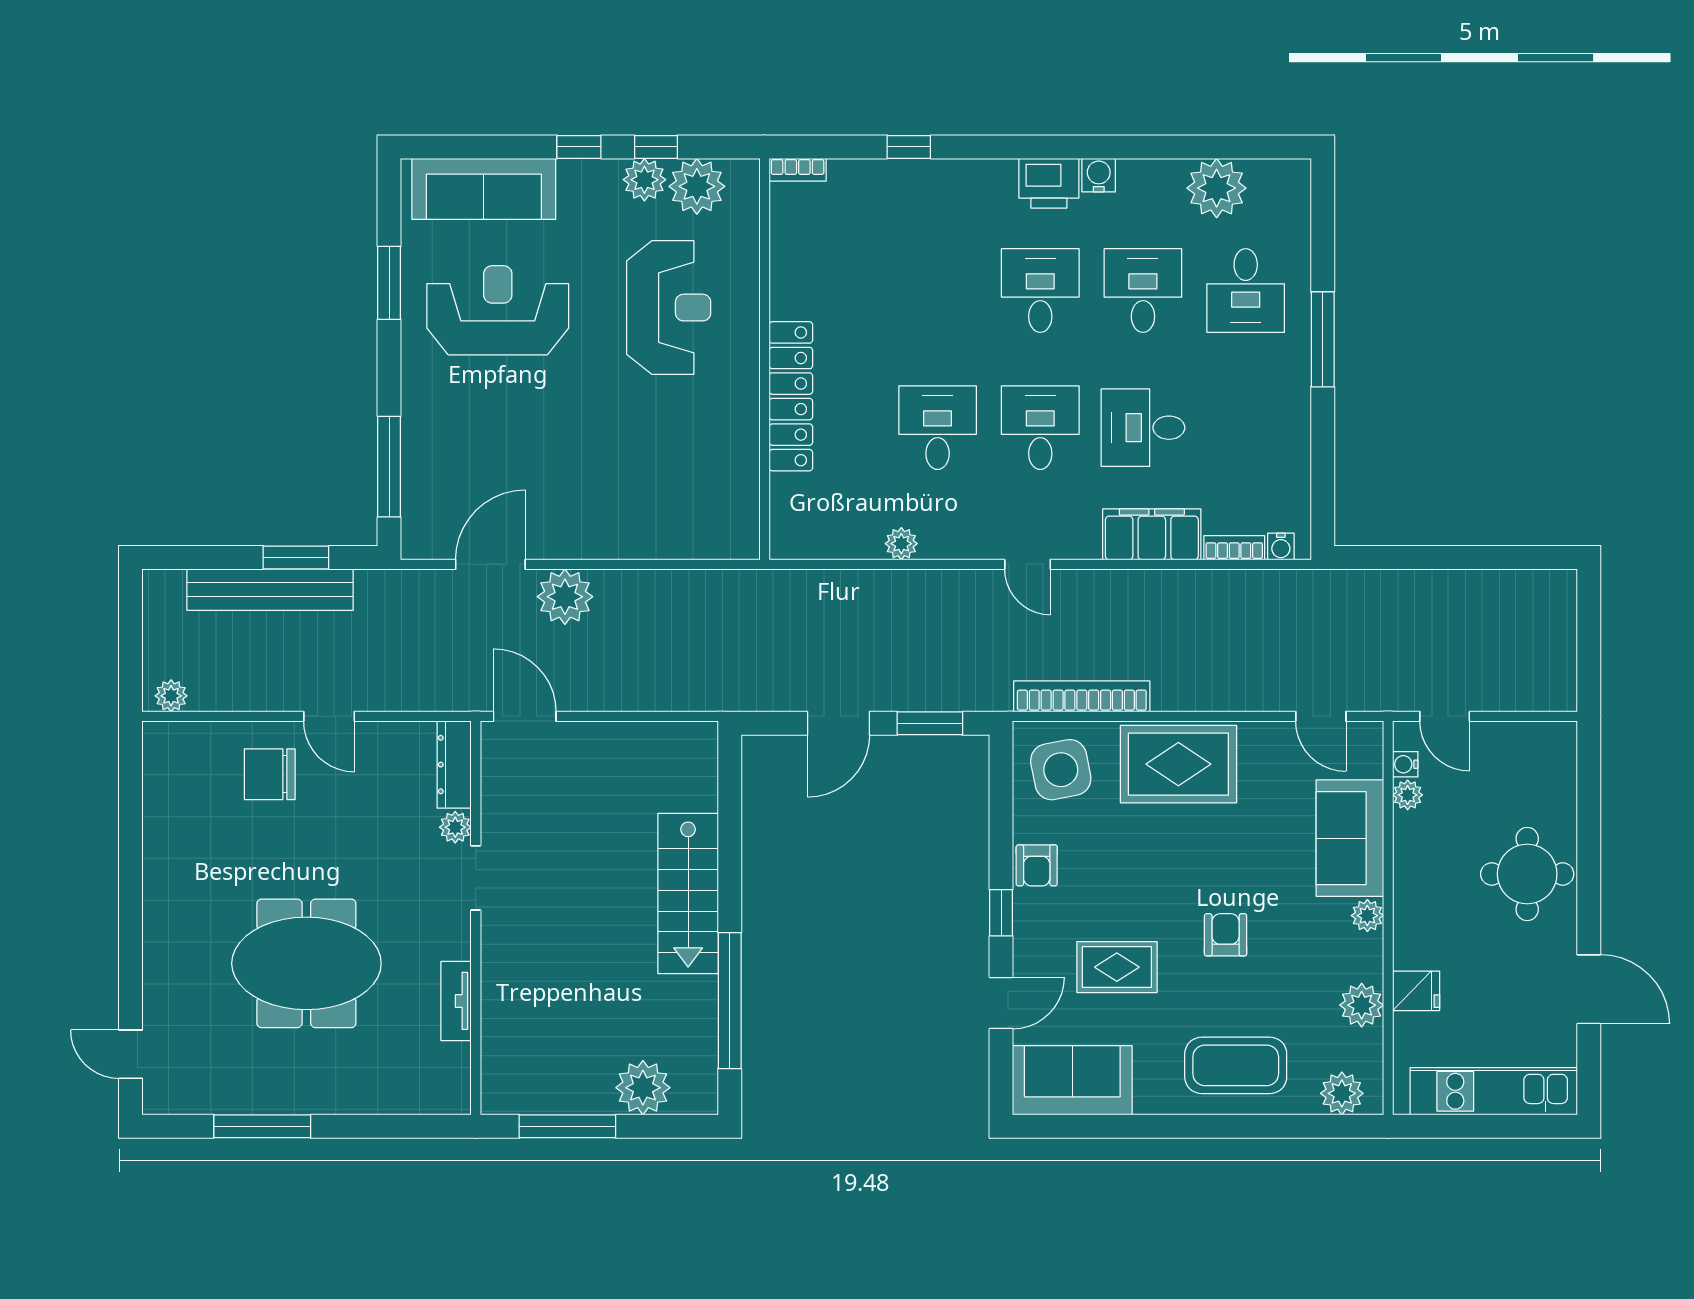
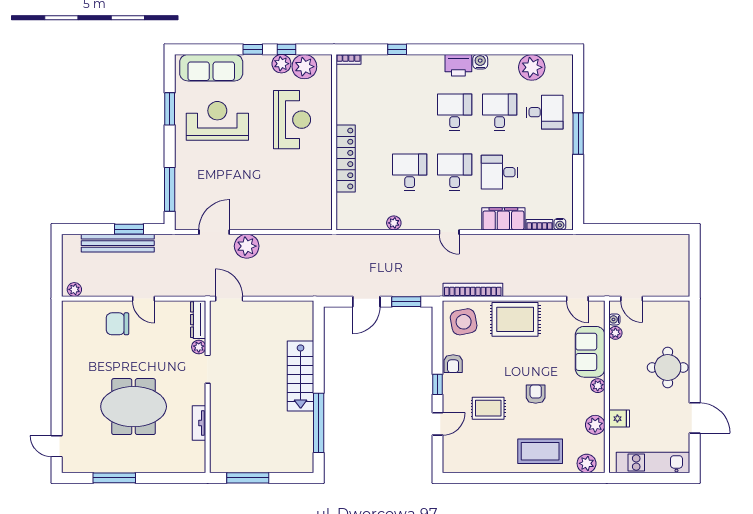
desk: (1246, 291) -> (544, 112), turned -90
sofa: (1072, 1080) -> (469, 458), removed
plant: (643, 1088) -> (281, 461), removed

